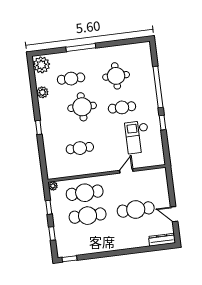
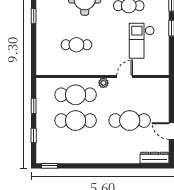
plant: (53, 186) -> (103, 83), moved

